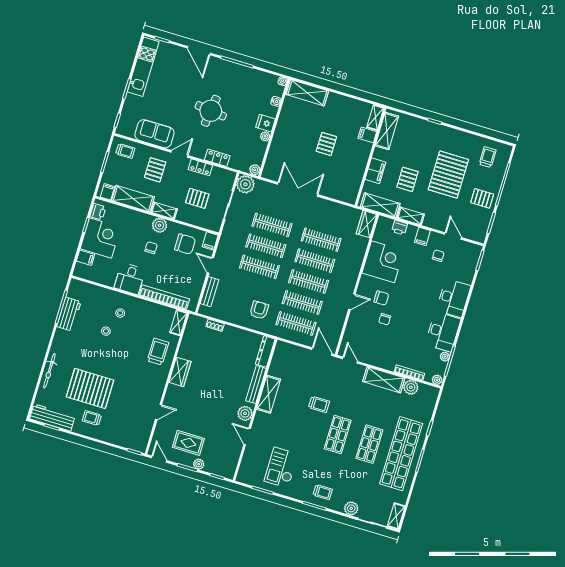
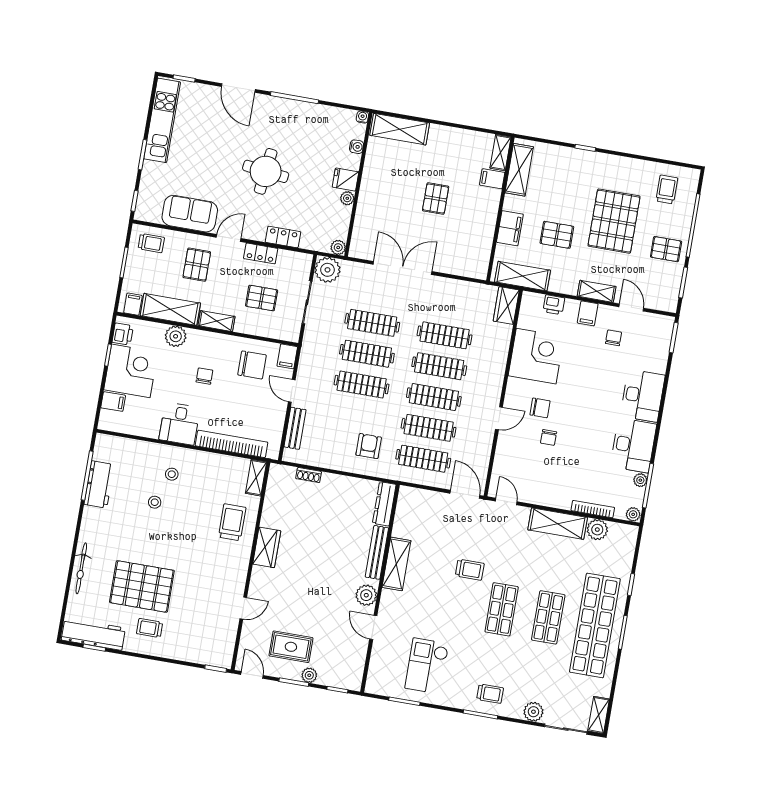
pallet: (408, 179) -> (557, 235), turned 90
shelving: (411, 216) -> (597, 291), moved
plant: (159, 225) -> (176, 336), moved

